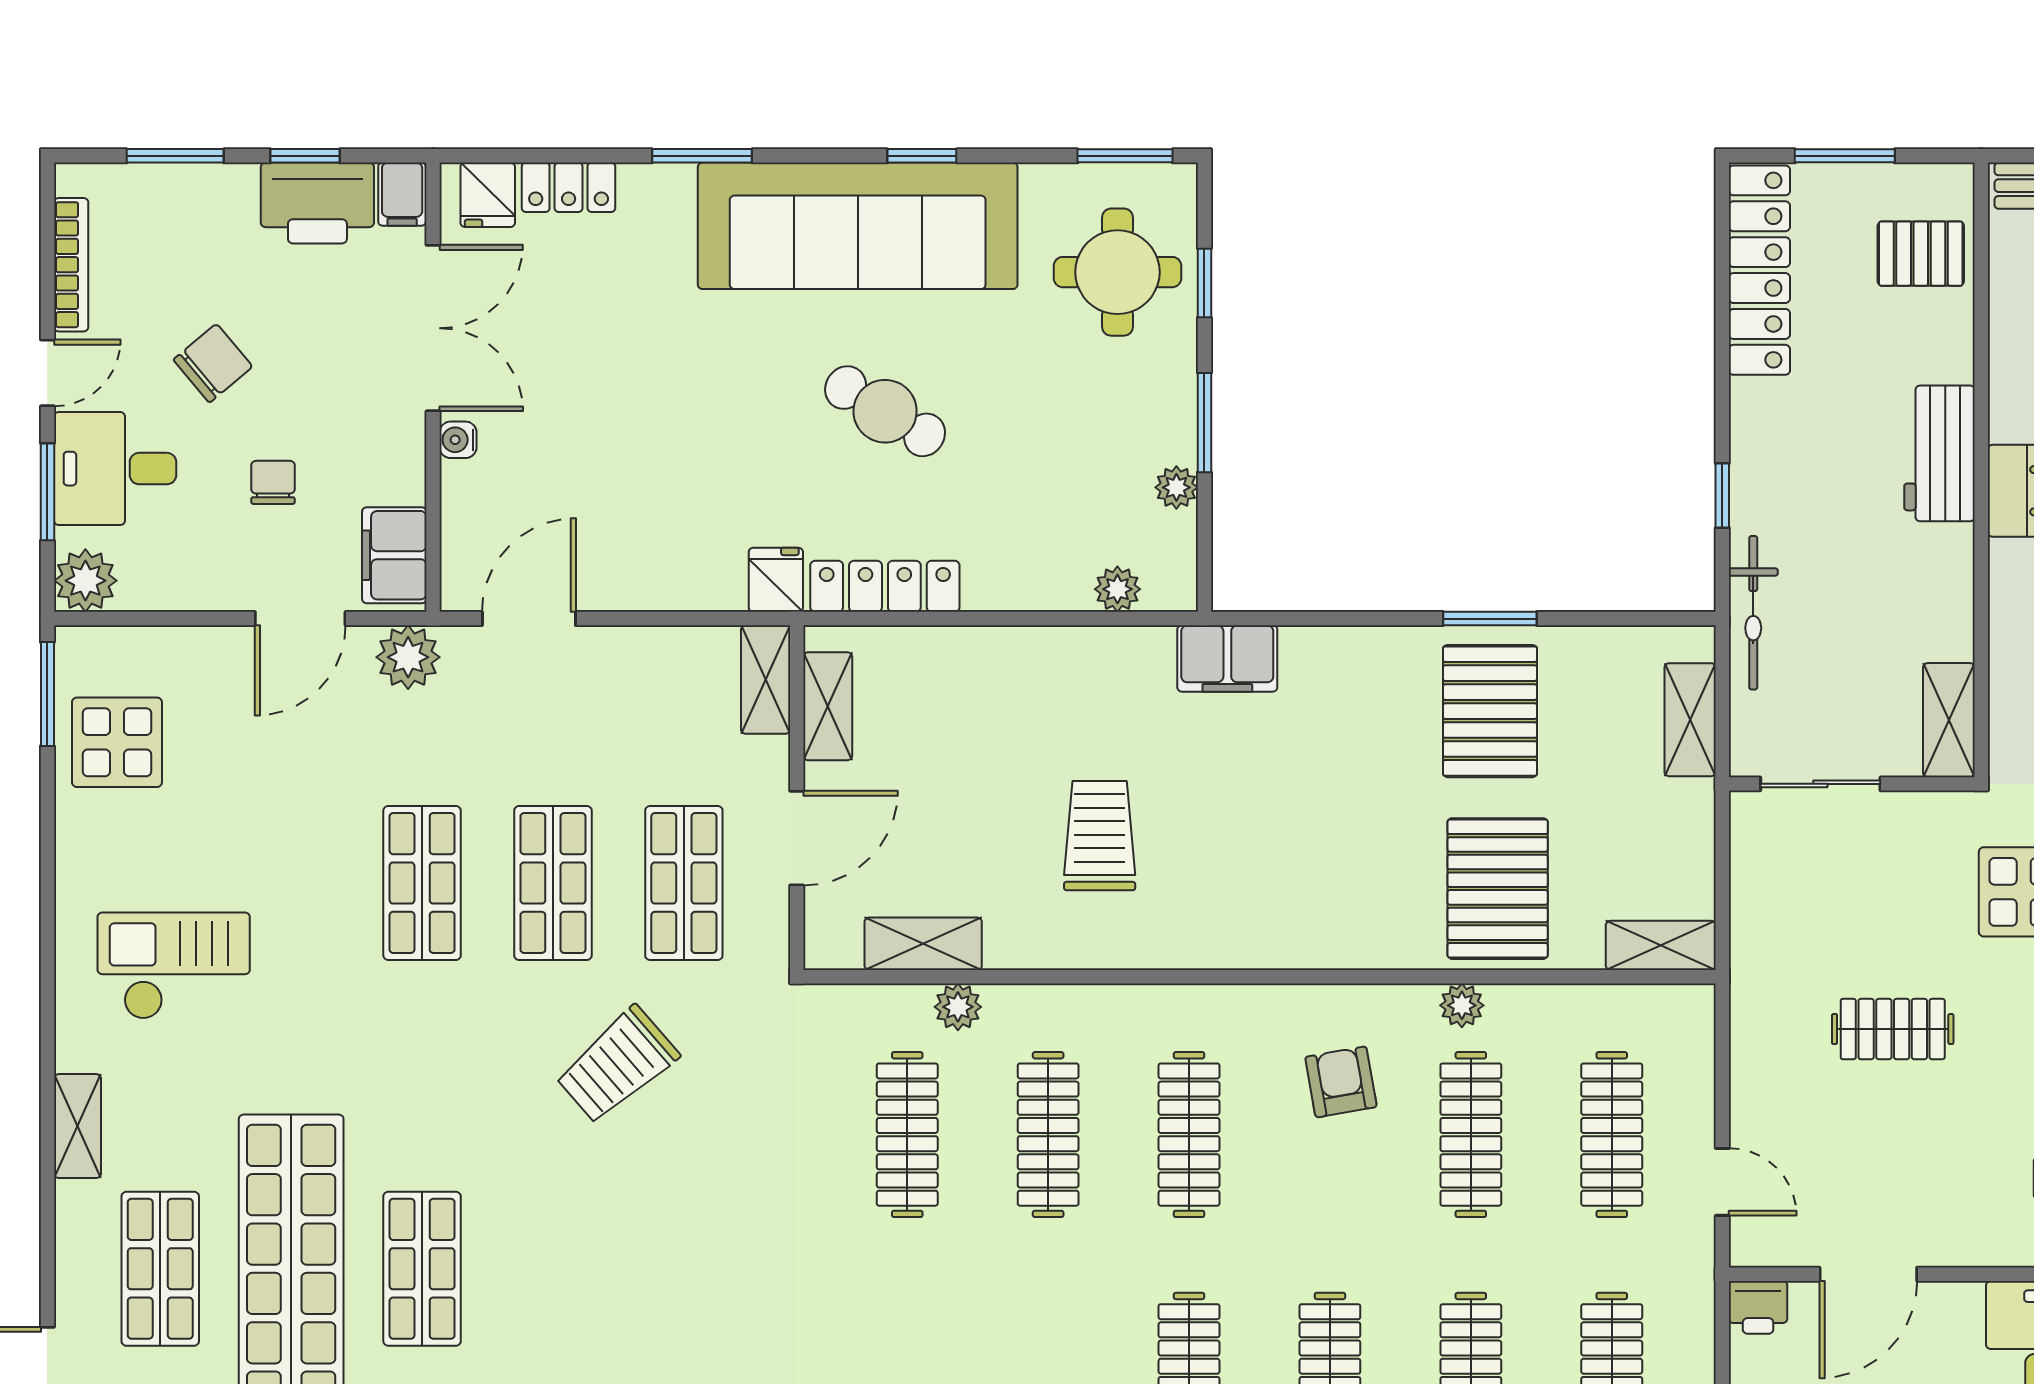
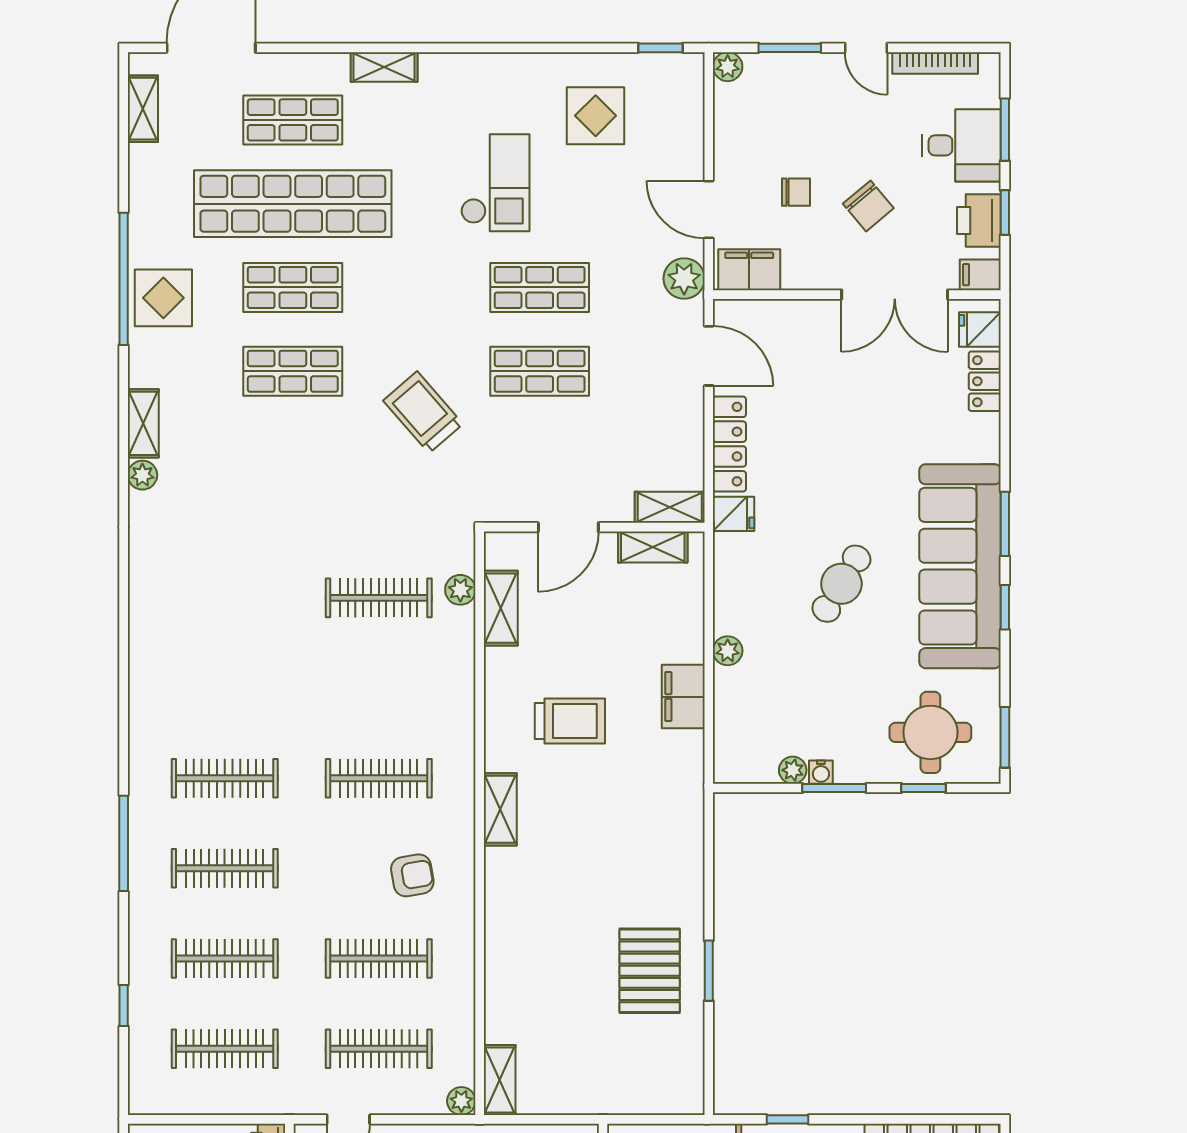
window: (702, 156) -> (1005, 524), moved
printer: (317, 203) -> (979, 221), width x0.73, depth x0.84
chair: (213, 363) -> (868, 206), moved
water cooler: (458, 440) -> (821, 772), moved, turned 180
desk: (115, 469) -> (962, 145), moved, turned 90
plant: (85, 581) -> (728, 67), width x0.73, depth x0.73
locker: (885, 586) -> (729, 444), moved
plant: (1117, 589) -> (728, 651), moved
filing cabinet: (1227, 658) -> (683, 697), moved
window: (47, 694) -> (660, 48), width x0.67
pallet: (1490, 711) -> (650, 971), turned 90
shelving: (1690, 720) -> (500, 809), moved, turned 90
display table: (117, 742) -> (596, 116), moved
door: (797, 838) -> (568, 527), hinge flipped
shop shelf: (684, 883) -> (293, 371), moved
pallet: (1498, 889) -> (536, 976), removed
checkout: (174, 966) -> (495, 183), moved
plant: (1462, 1005) -> (461, 1101), moved
plant: (958, 1007) -> (460, 590), moved
clothes rail: (1048, 1135) -> (379, 688), removed

